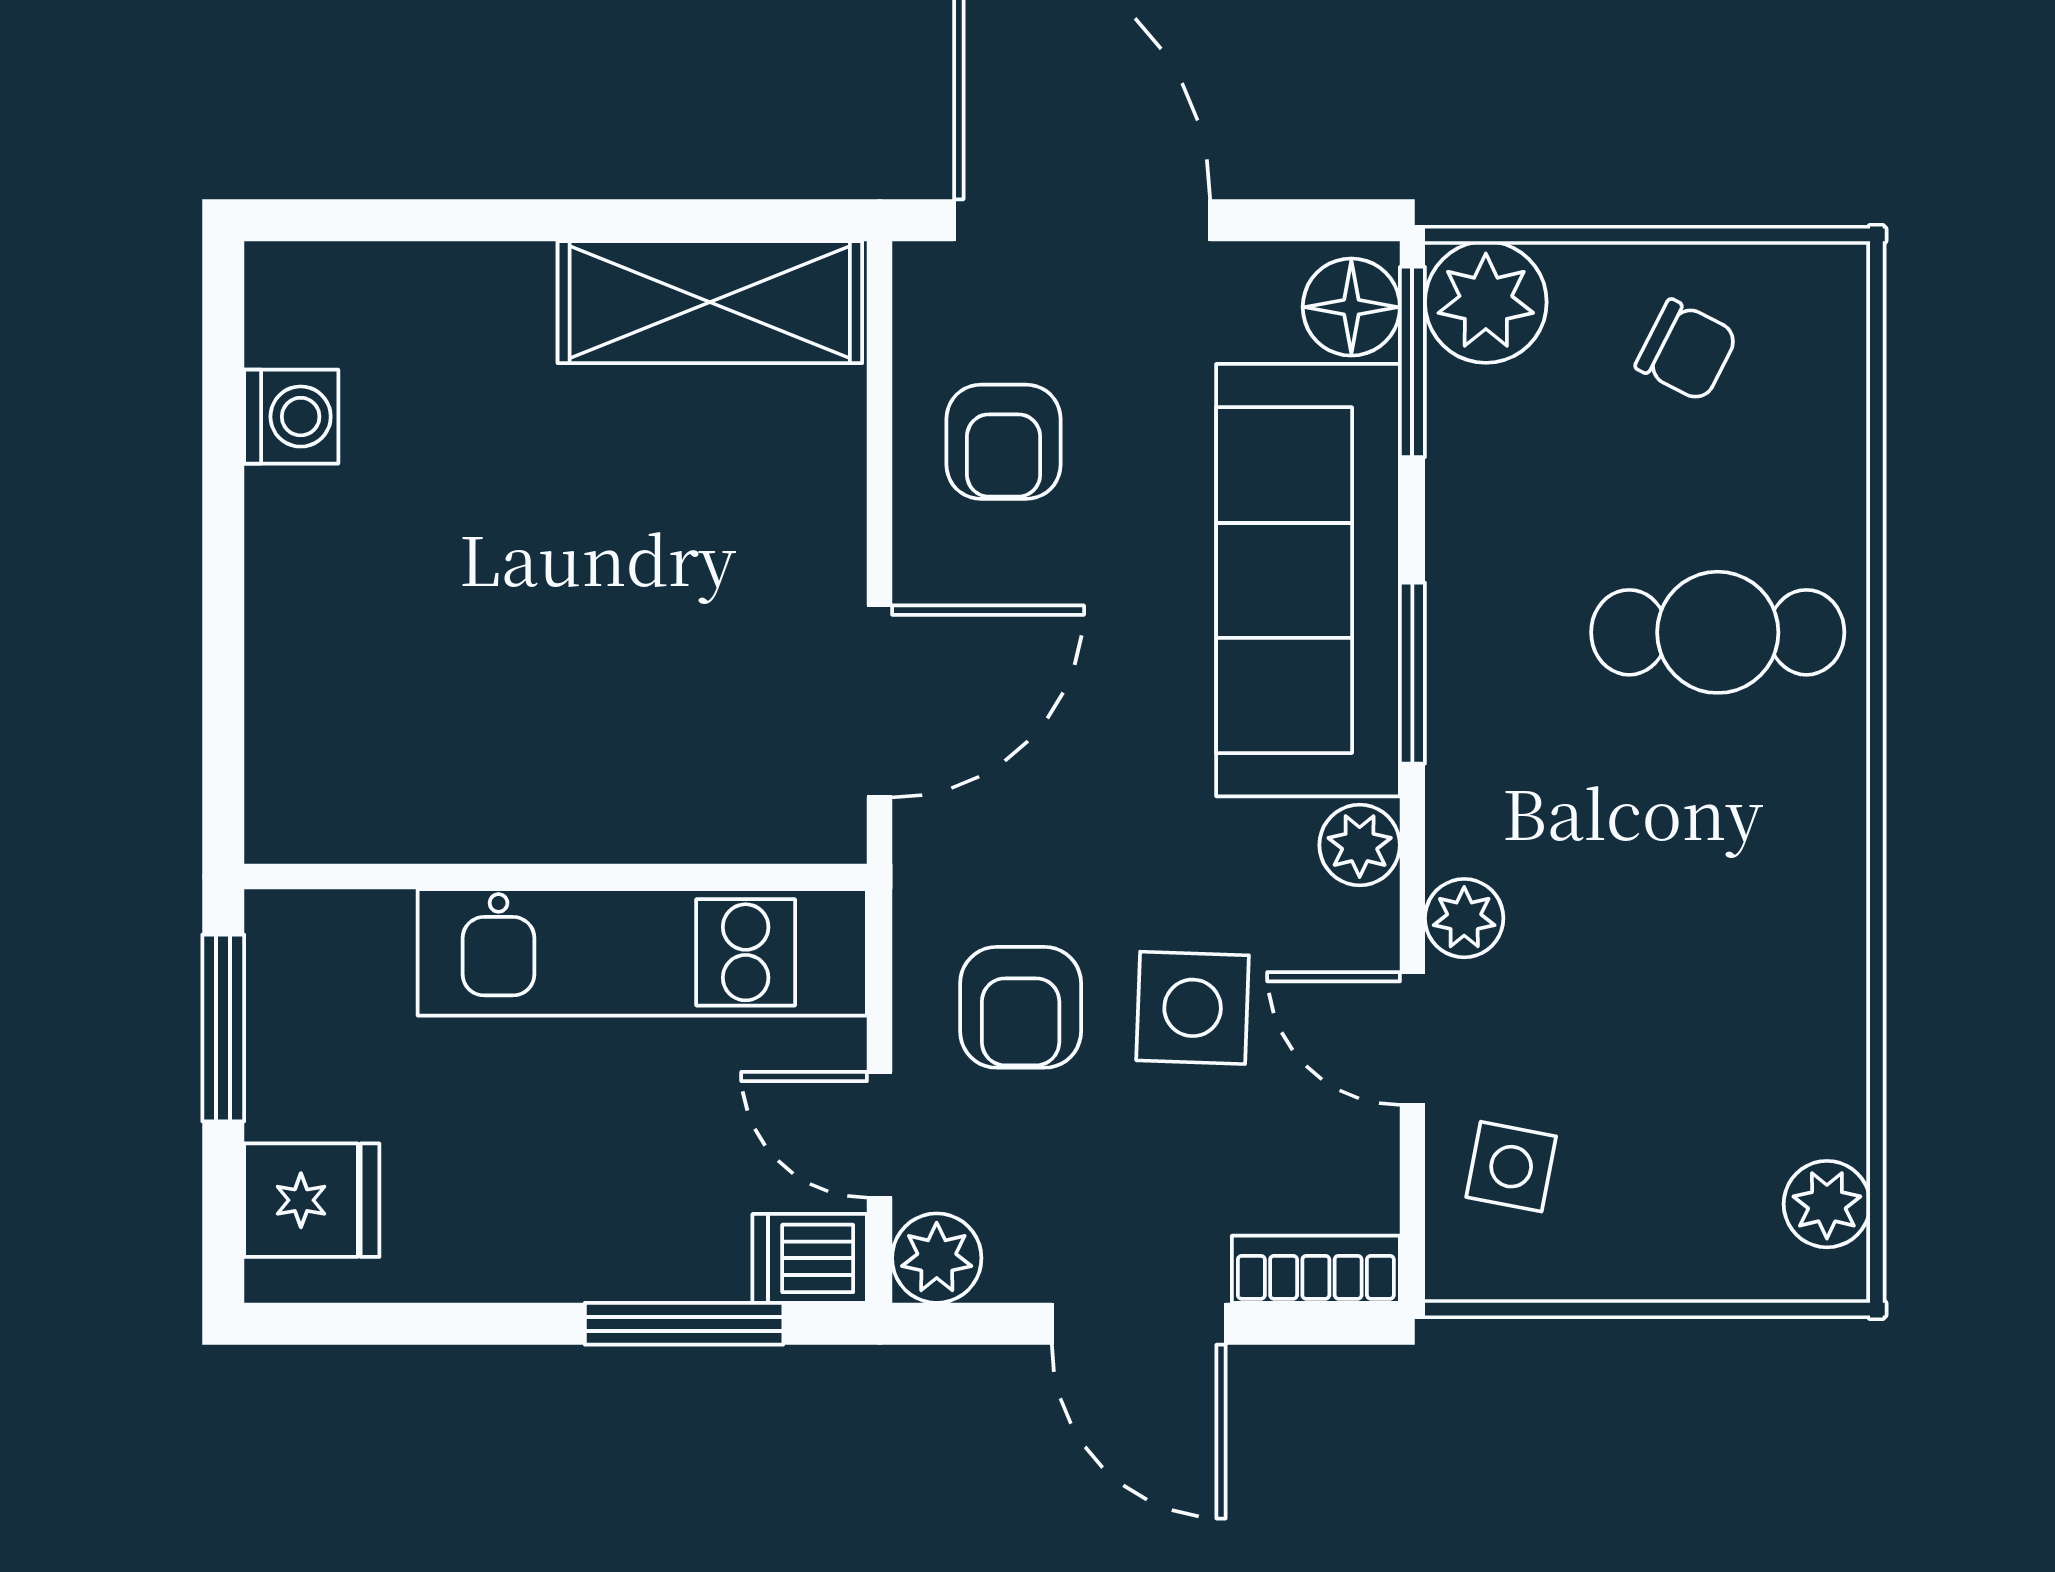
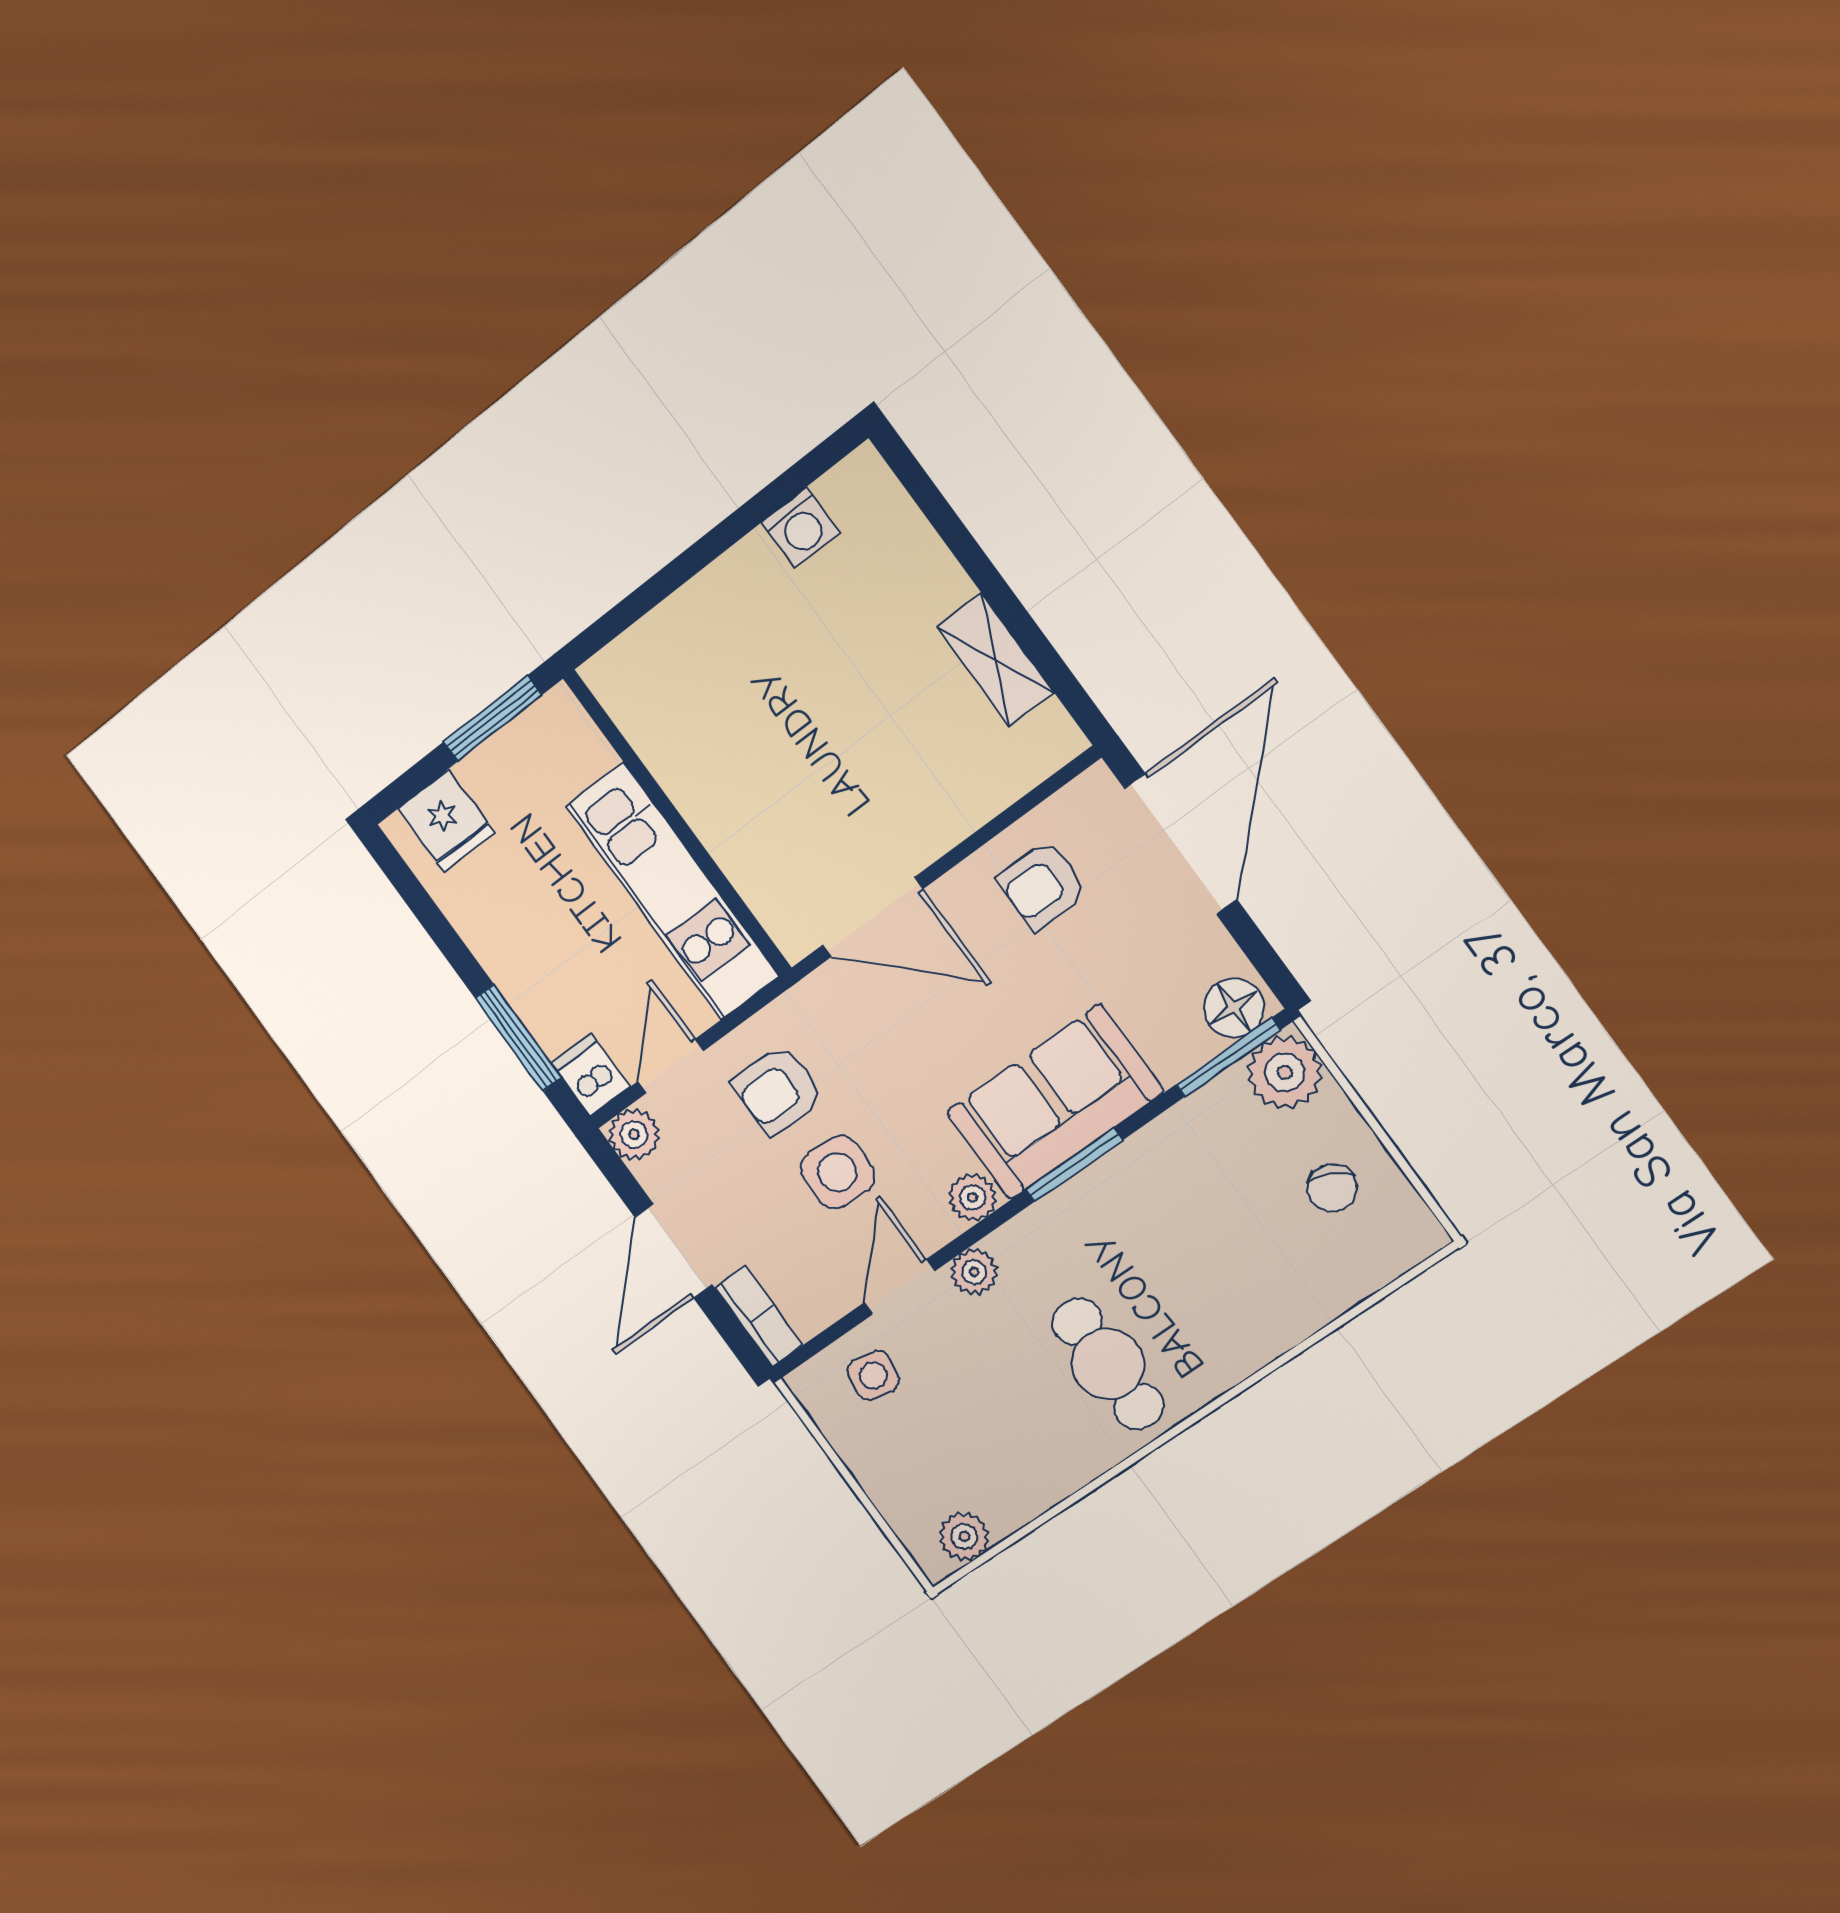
shelving: (710, 302) -> (995, 660), width x0.67, depth x0.75
sofa: (1308, 580) -> (1055, 1102), width x0.73
cafe table: (1718, 632) -> (1108, 1364), moved

